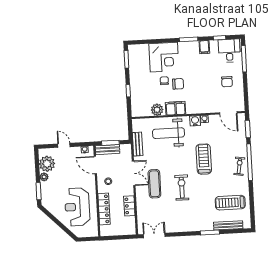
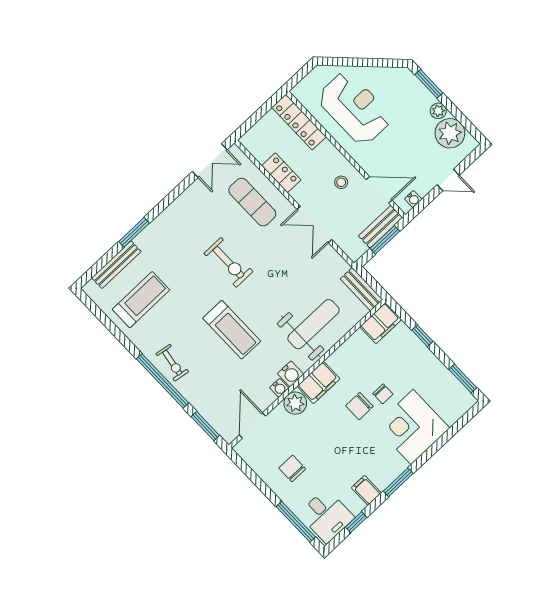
filing cabinet: (176, 108) -> (318, 382), moved
filing cabinet: (141, 110) -> (381, 323), added
plant: (157, 110) -> (295, 403), moved
door: (228, 113) -> (252, 425), hinge flipped
bench: (138, 144) -> (361, 289), moved
exercise mat: (154, 184) -> (252, 202), moved
locker: (104, 209) -> (299, 122), moved

